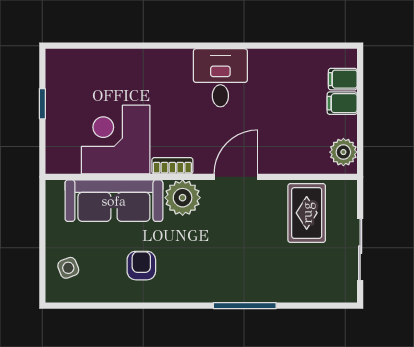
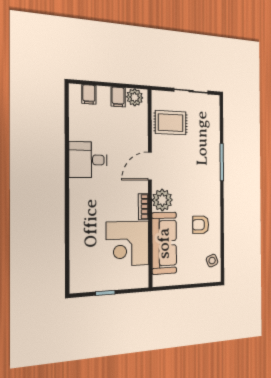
desk: (220, 78) -> (88, 160), moved
filing cabinet: (342, 103) -> (118, 97), moved
door: (236, 177) -> (150, 166), hinge flipped
side table: (68, 268) -> (212, 261), moved

